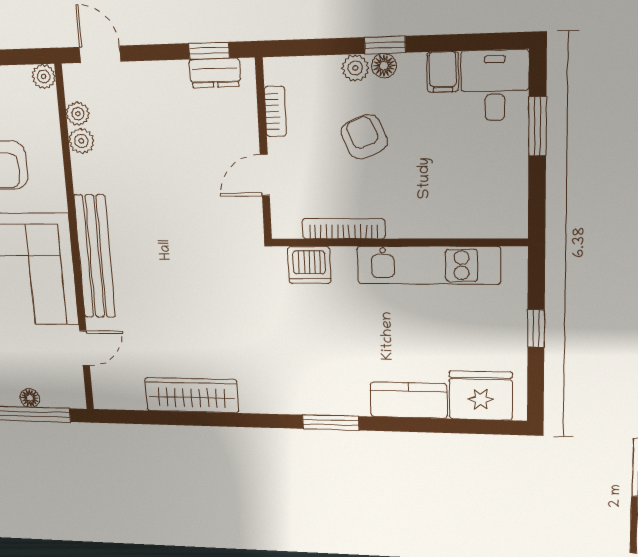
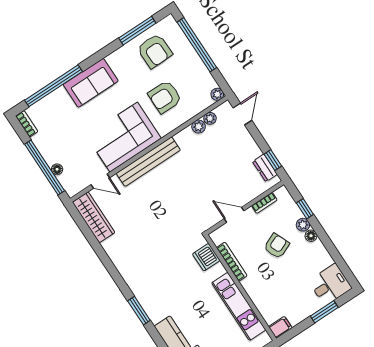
window: (385, 45) -> (305, 209), moved
filing cabinet: (443, 72) -> (280, 327), moved, turned 180
wardrobe: (192, 395) -> (94, 217), moved

